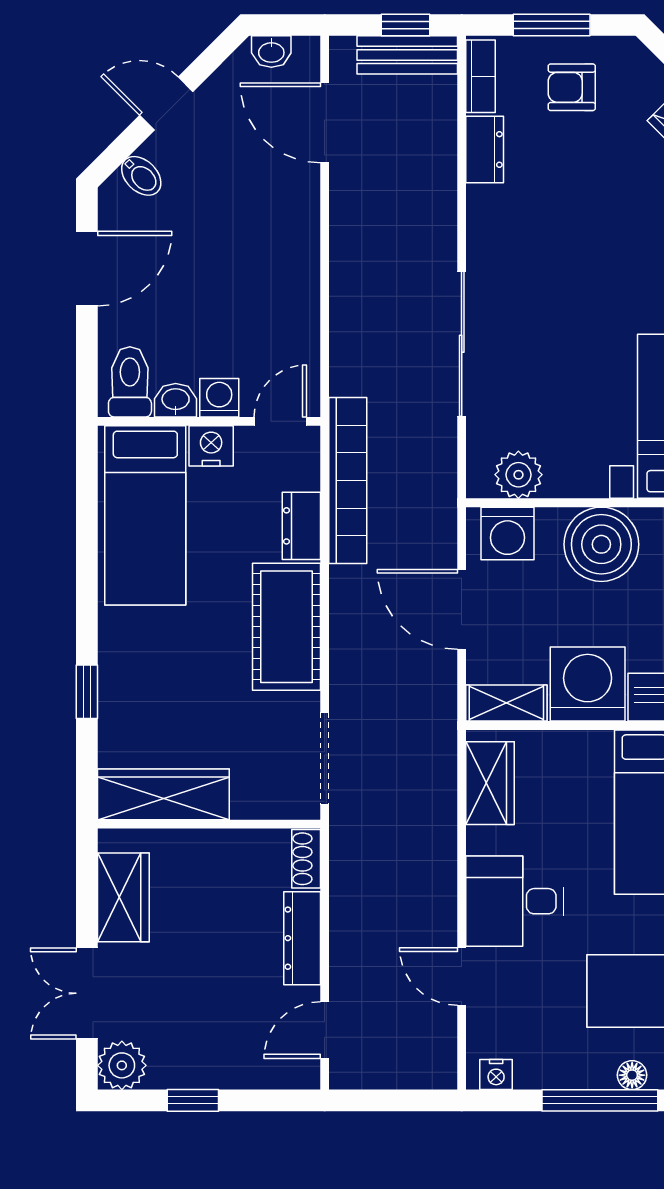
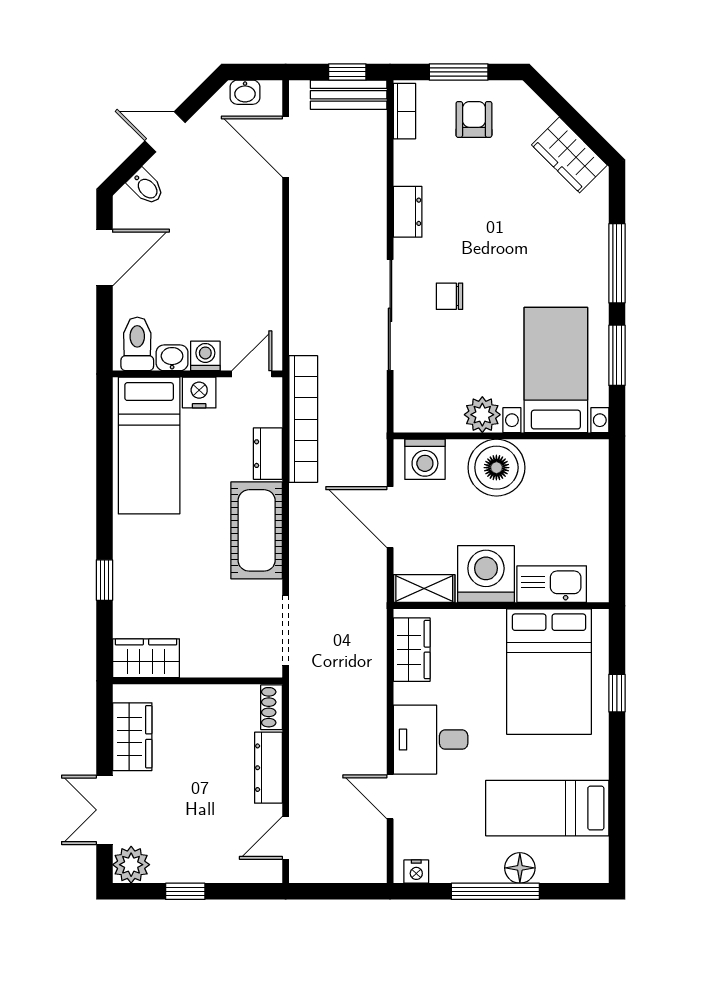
armchair: (572, 87) -> (474, 119), turned 90
dresser: (485, 149) -> (408, 212), moved
chair: (540, 319) -> (449, 296), added
plant: (518, 475) -> (482, 415), moved
wardrobe: (163, 794) -> (146, 658), width x0.67
floor lamp: (632, 1075) -> (520, 868), width x1.37, depth x1.37

